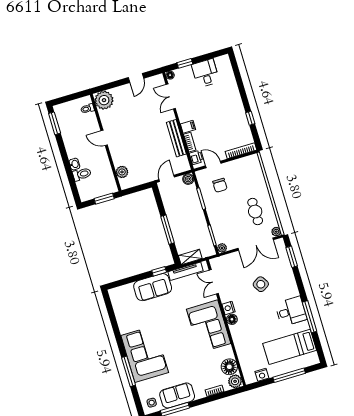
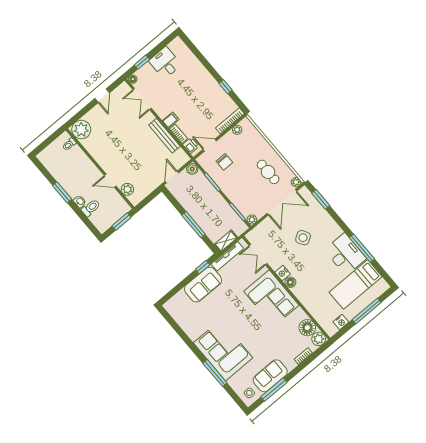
window: (55, 123) -> (62, 192), moved
door: (104, 138) -> (110, 181), moved
plant: (244, 162) -> (237, 130), added
desk: (291, 311) -> (345, 254), width x1.37

